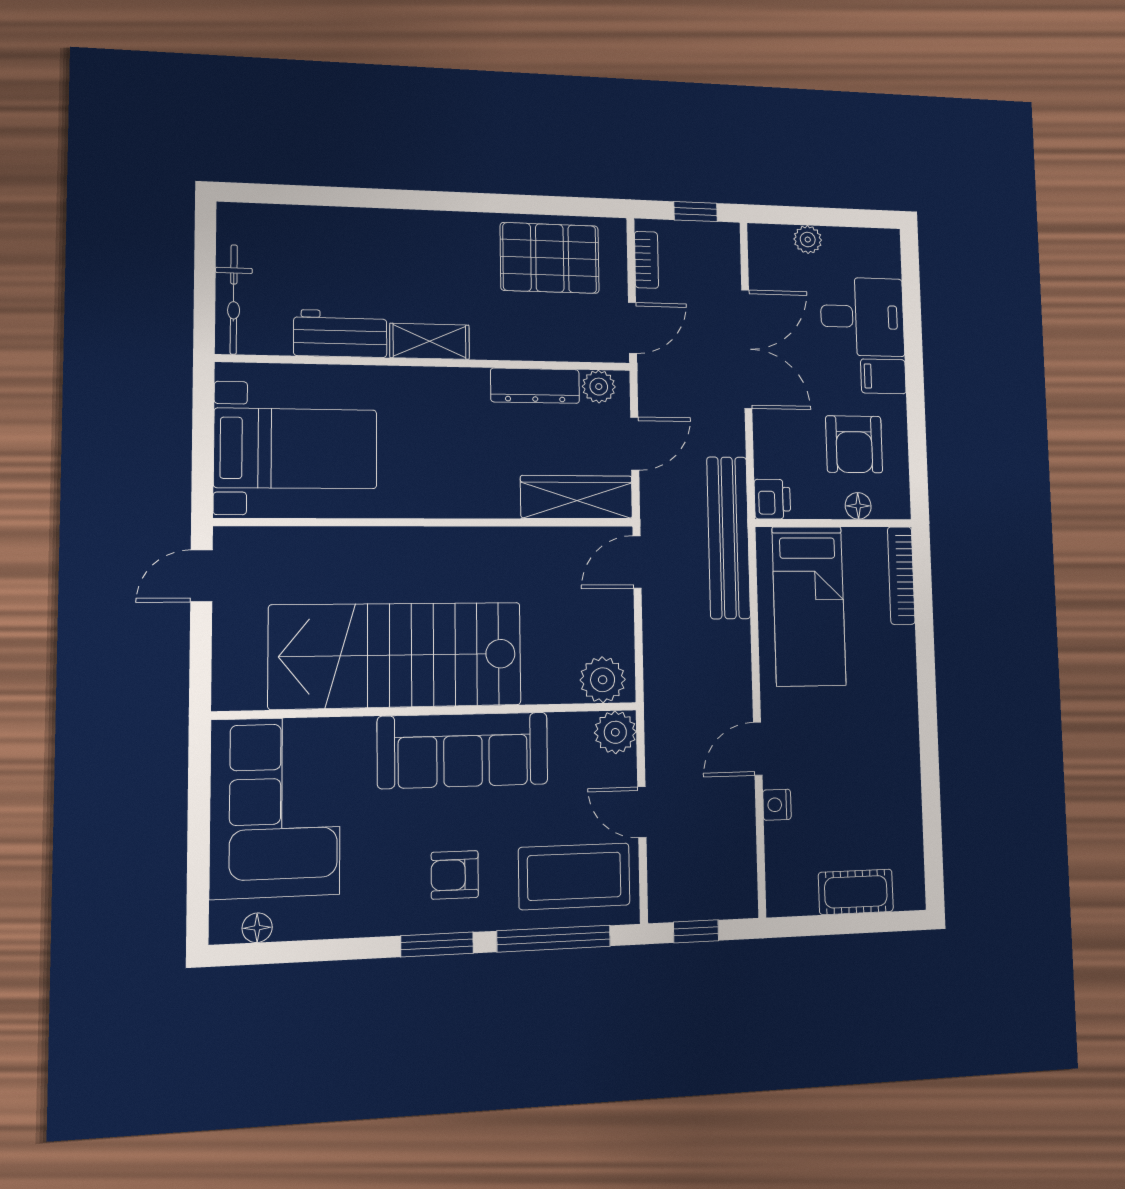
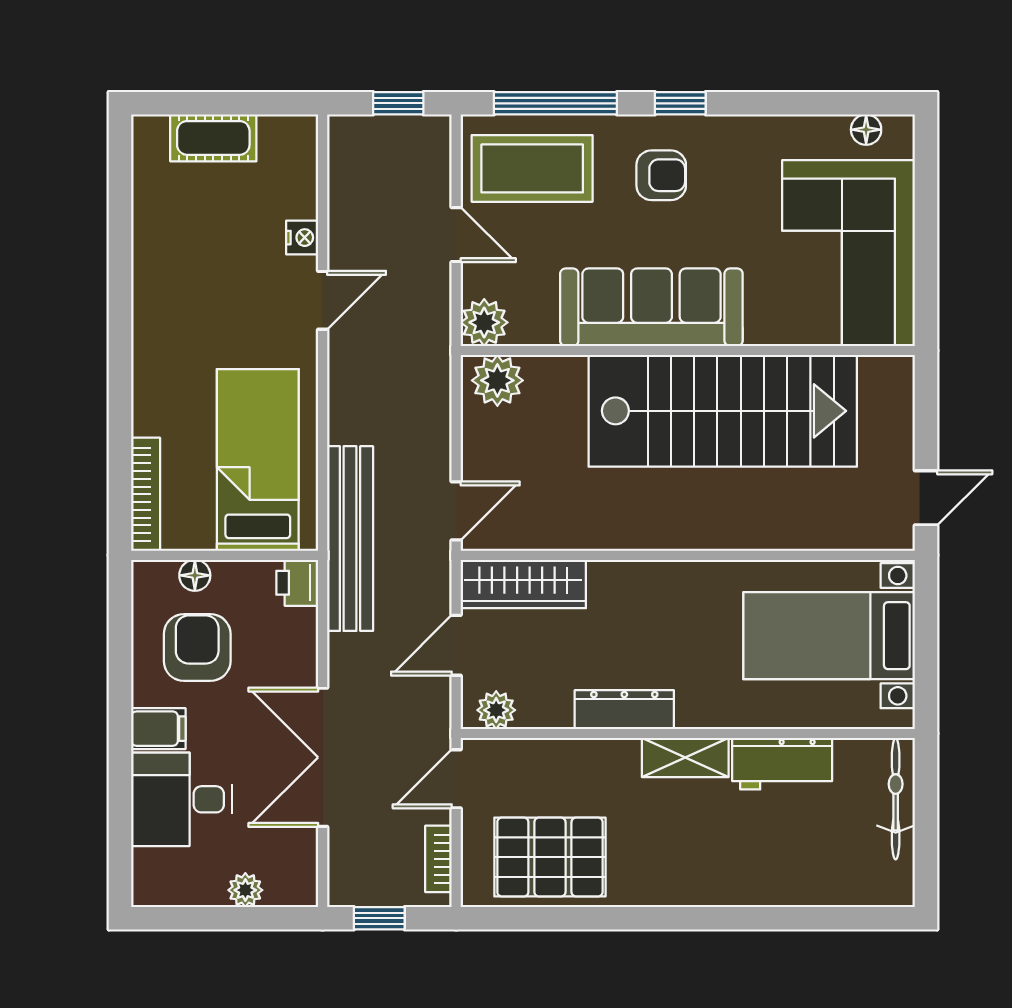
dresser: (535, 386) -> (624, 710), moved
window: (437, 944) -> (680, 103), width x0.67

